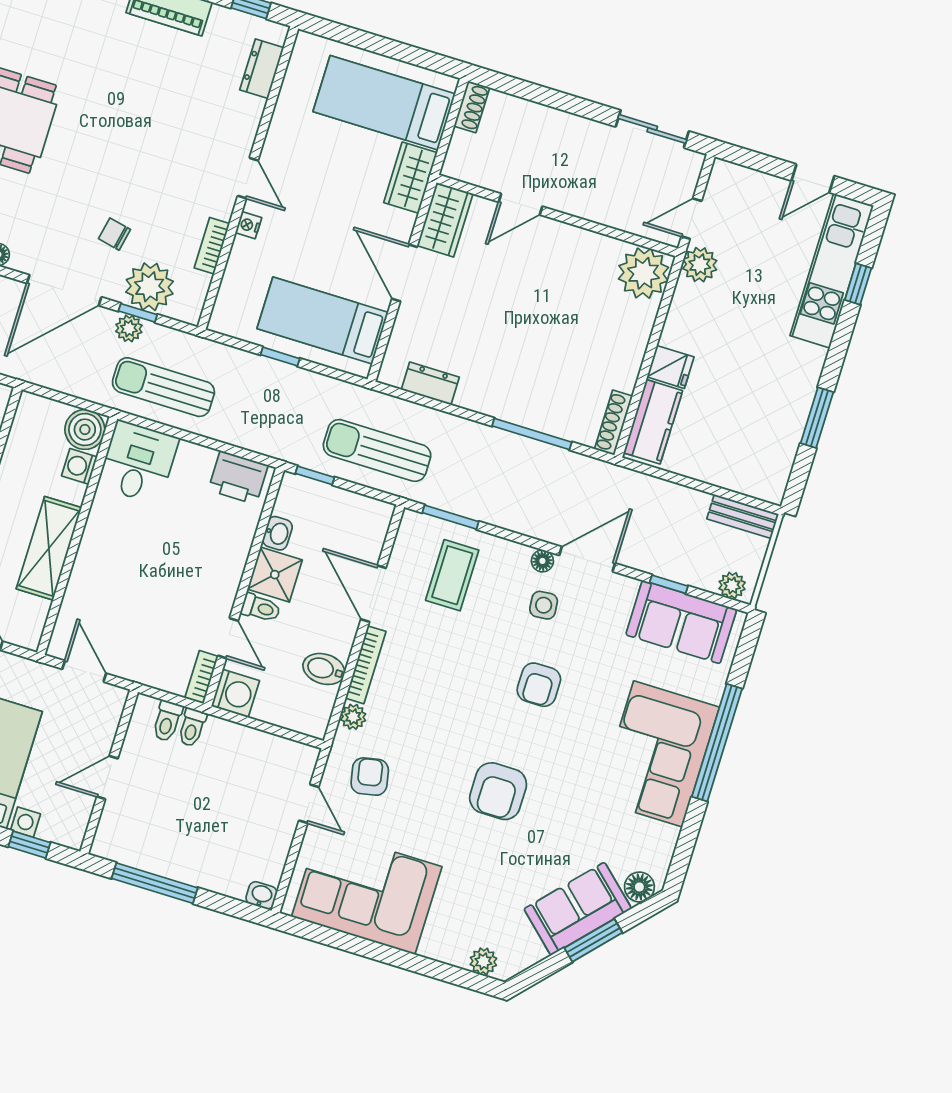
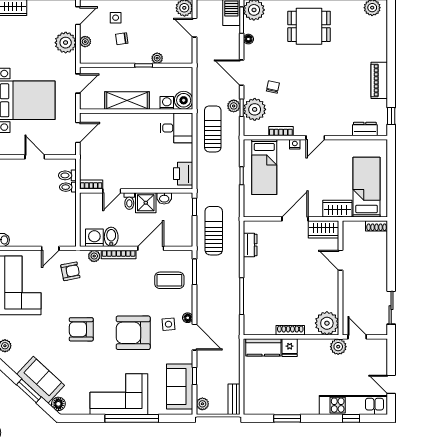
door: (64, 290) -> (242, 73), width x0.73
bed: (323, 321) -> (264, 167), moved, turned 180
shoe rack: (614, 423) -> (290, 330), moved
armchair: (539, 685) -> (133, 333), width x1.88, depth x1.88
washing machine: (235, 693) -> (94, 238), moved, turned 180

